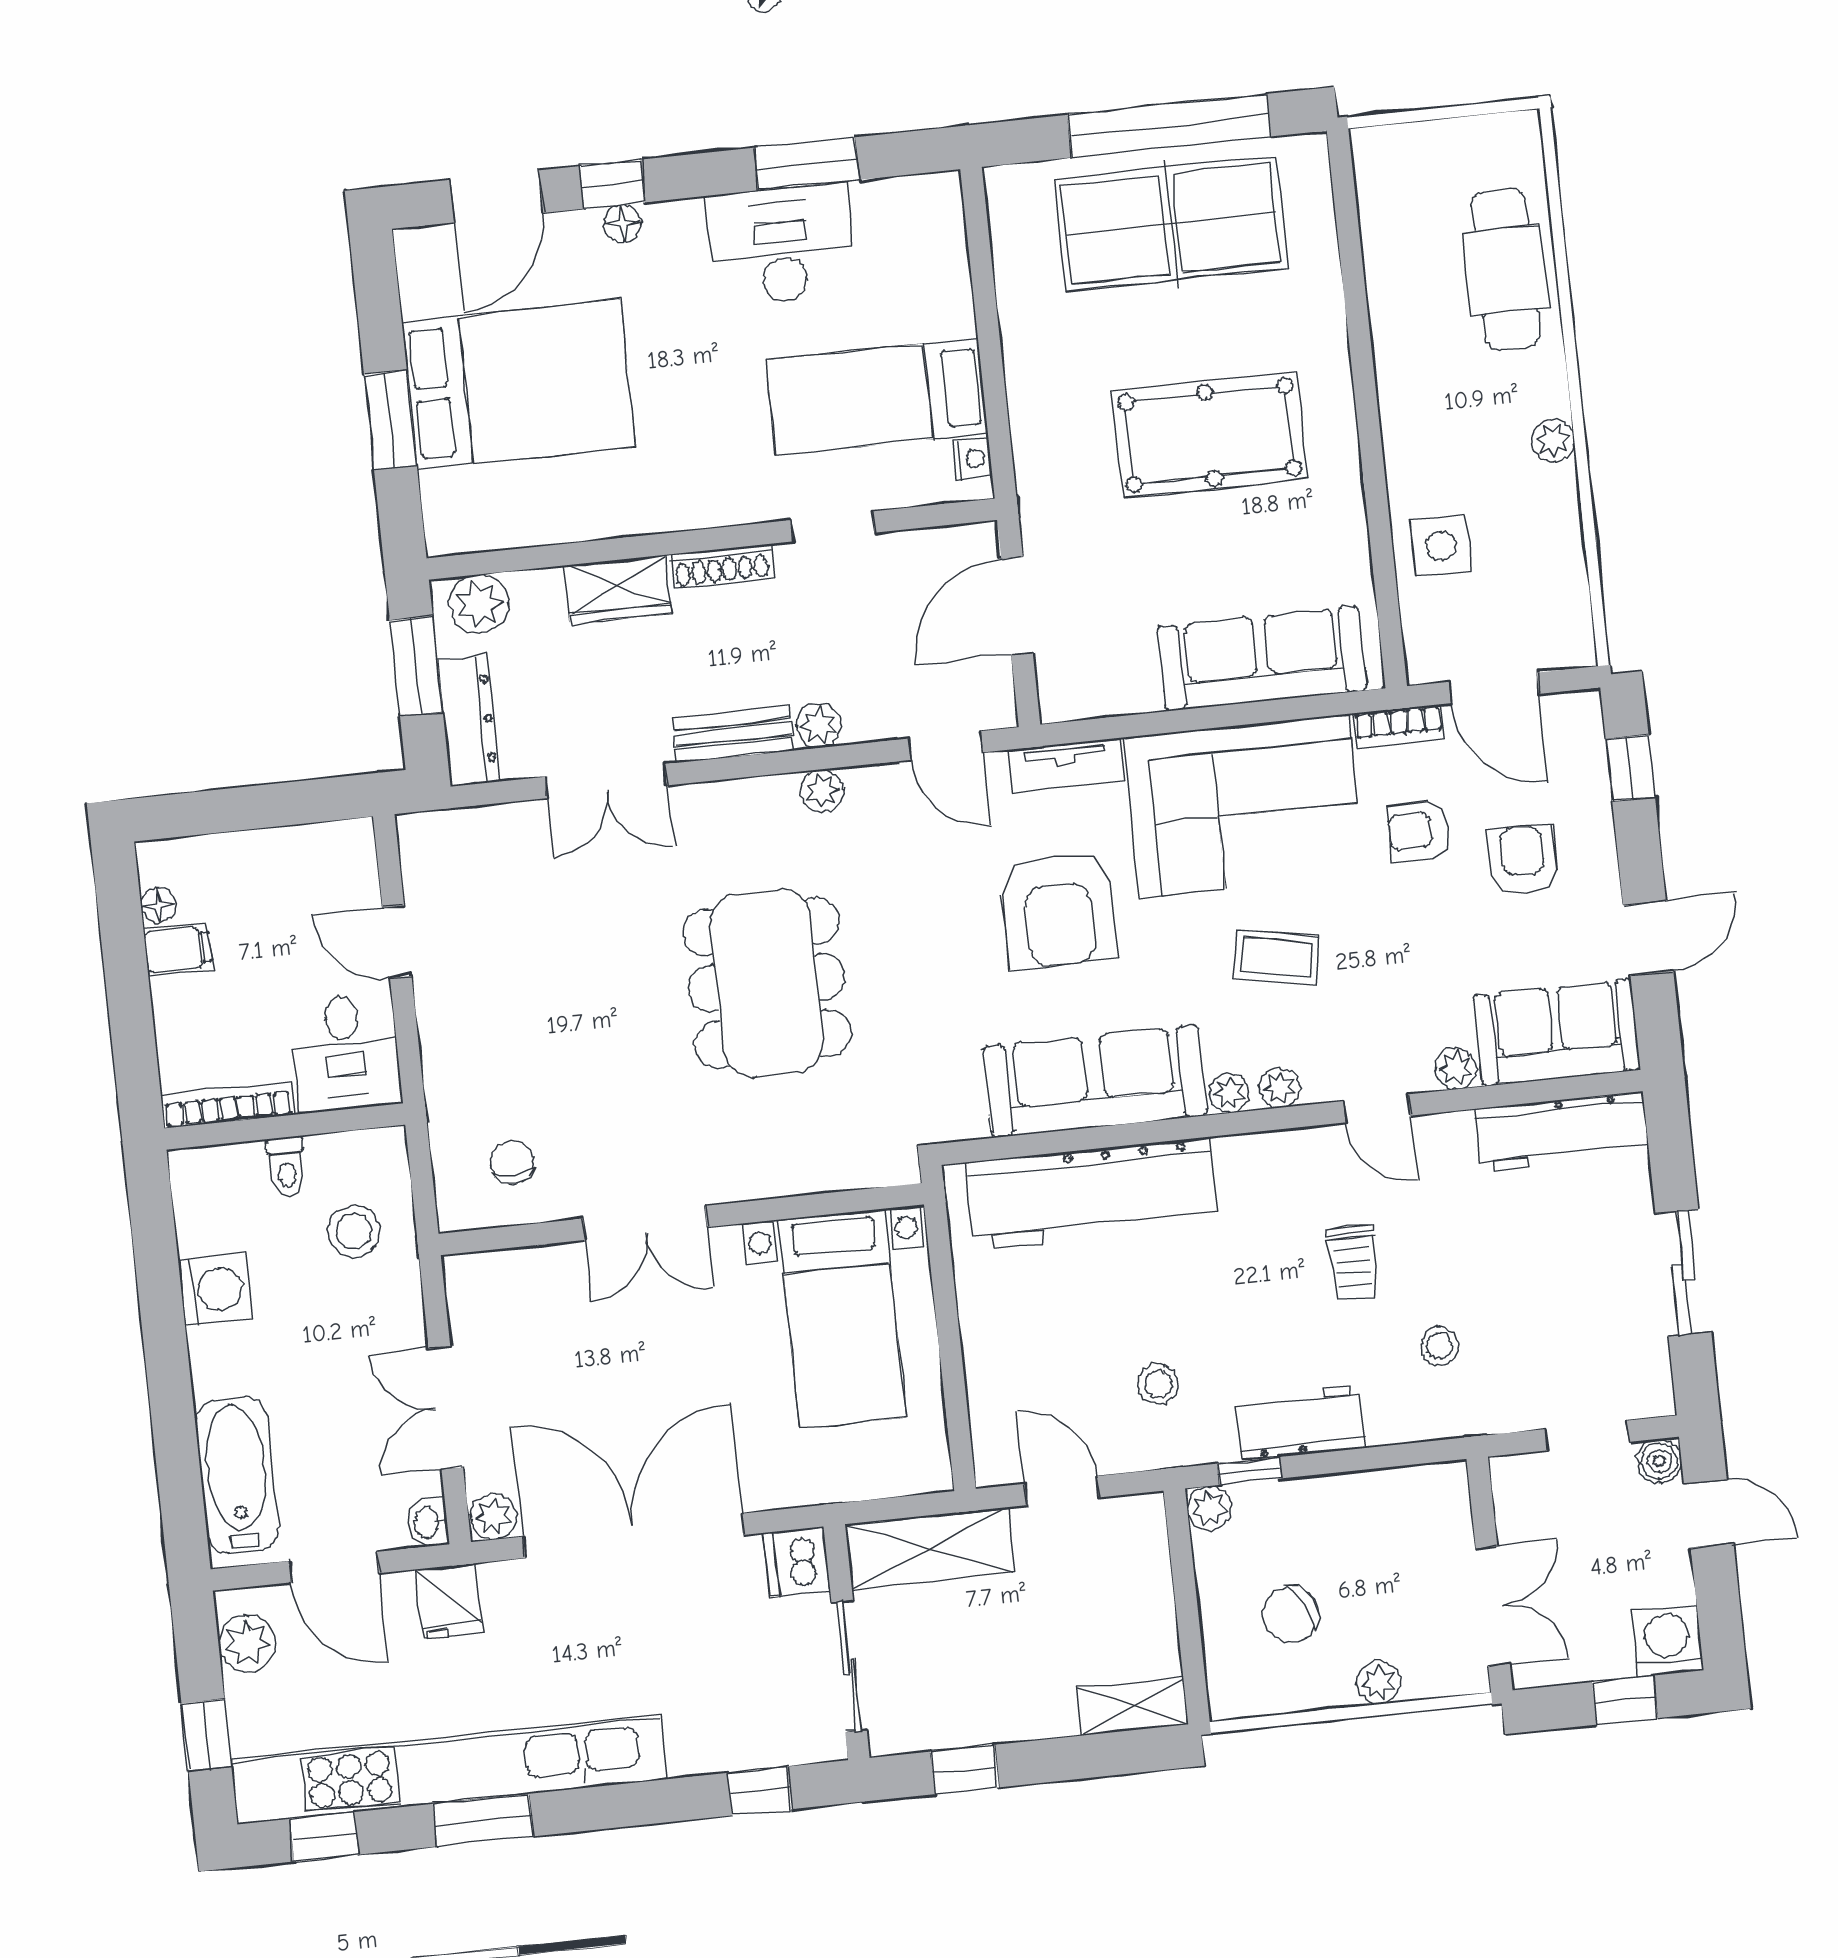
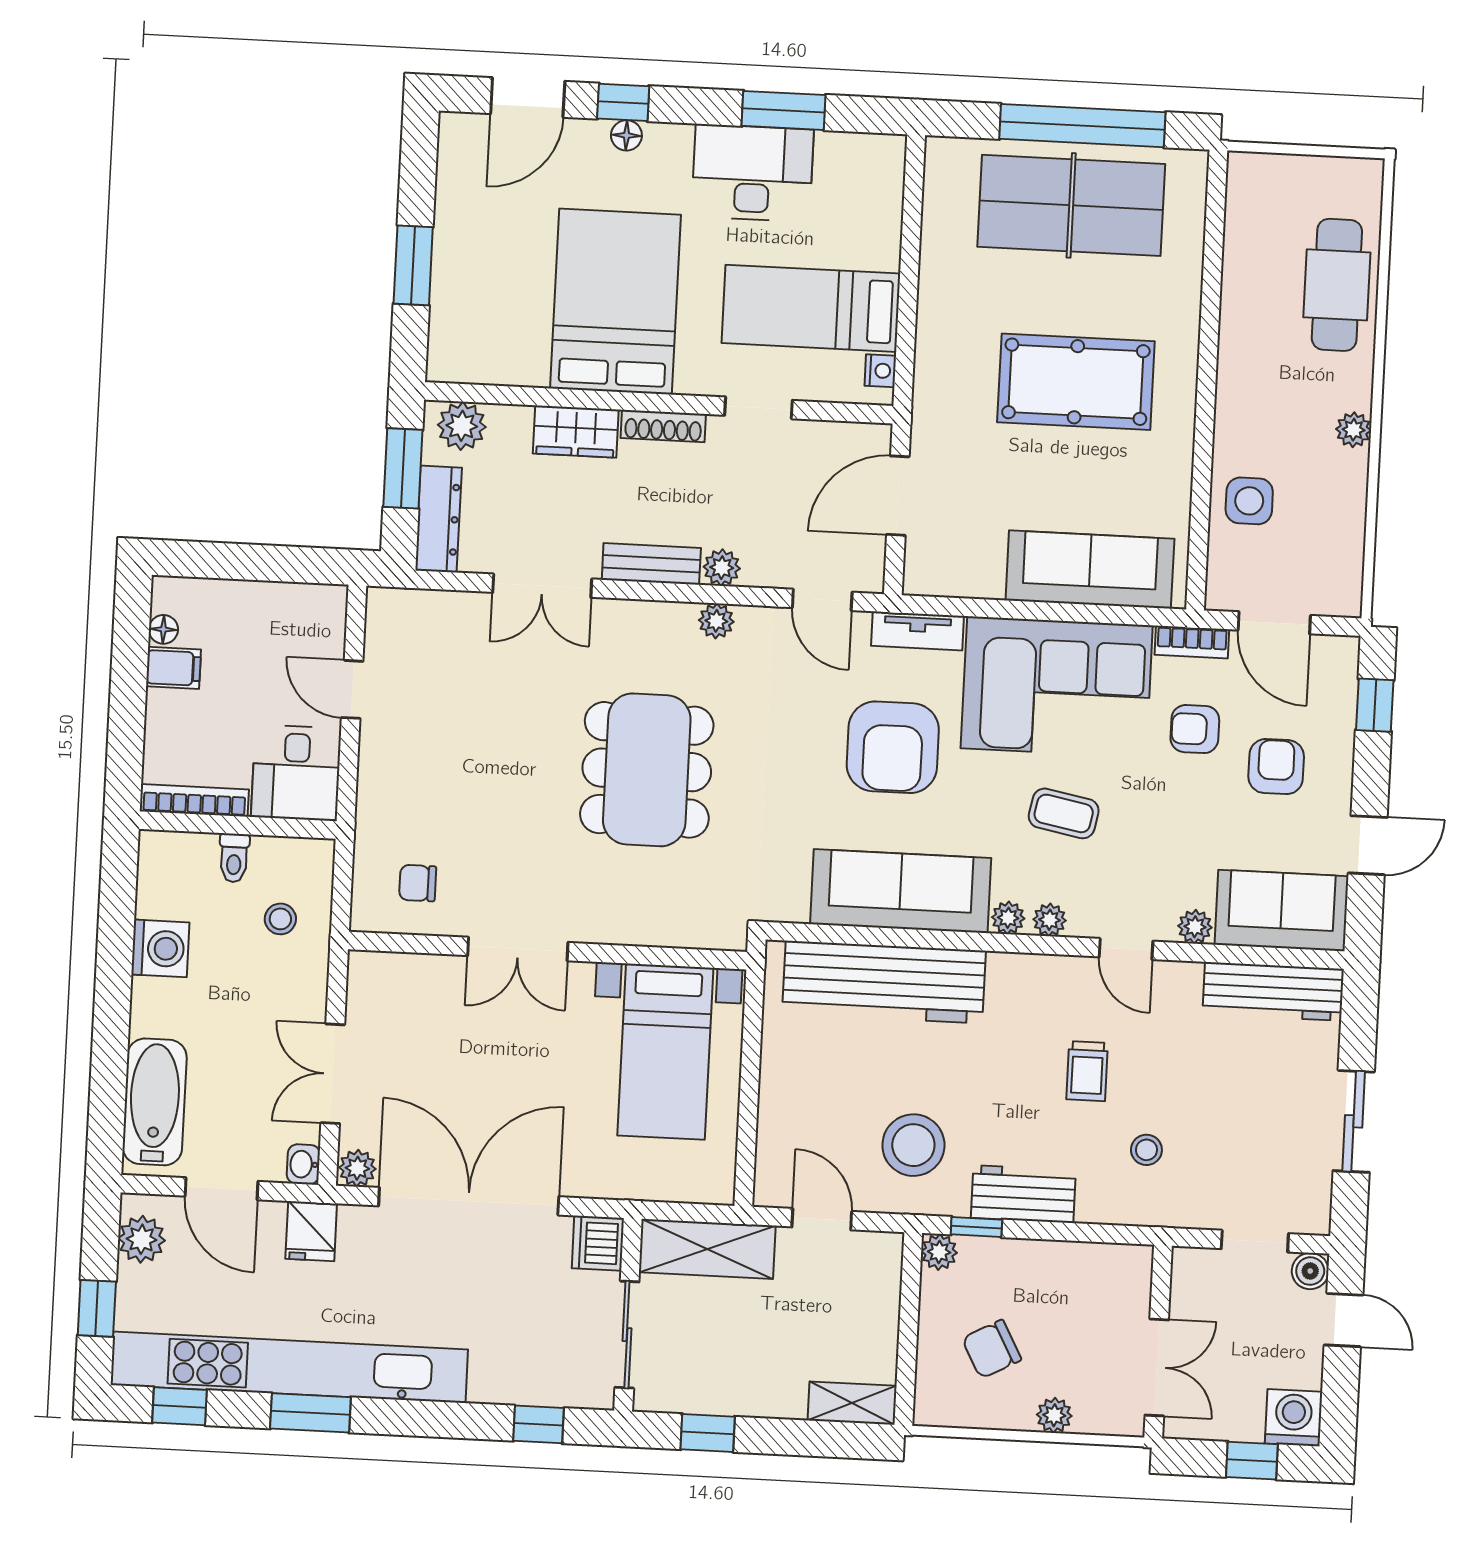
bed: (519, 385) -> (616, 302), moved, turned -90
chair: (512, 1162) -> (418, 883), turned -85
stool: (354, 1231) -> (280, 919), width x0.73, depth x0.73
stool: (1158, 1384) -> (913, 1145), width x1.89, depth x1.89

